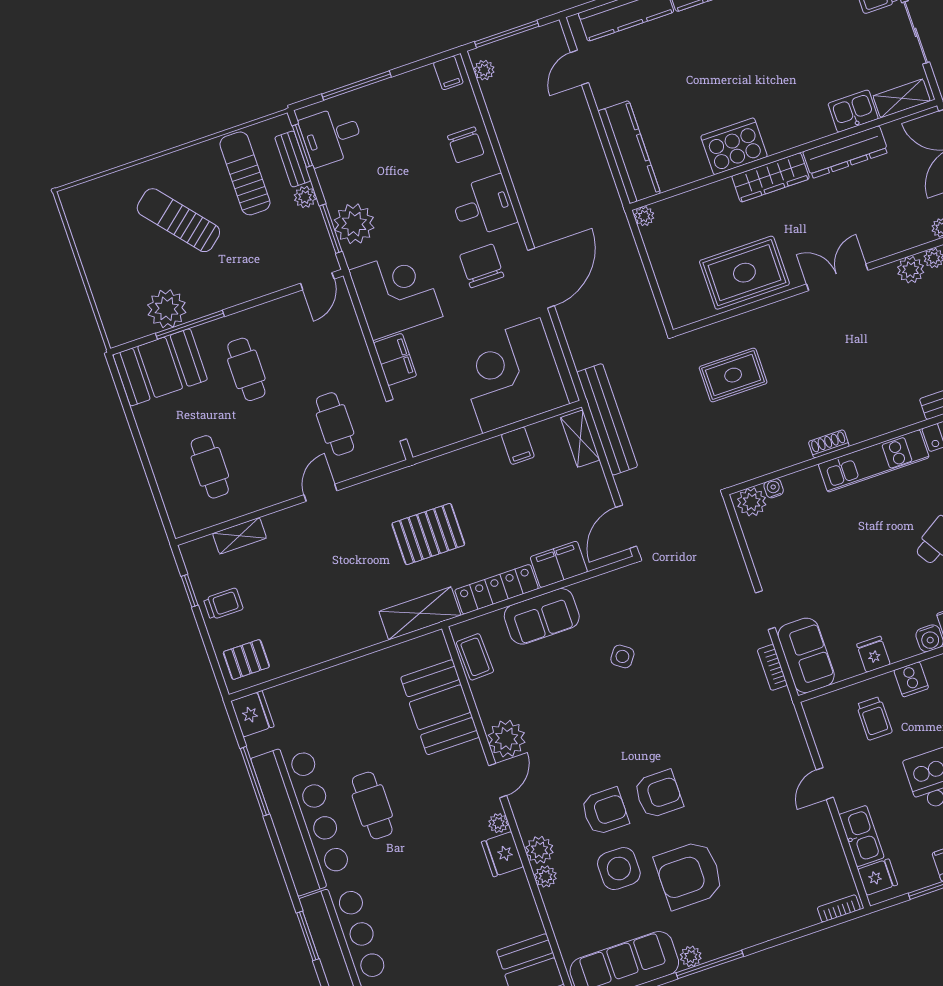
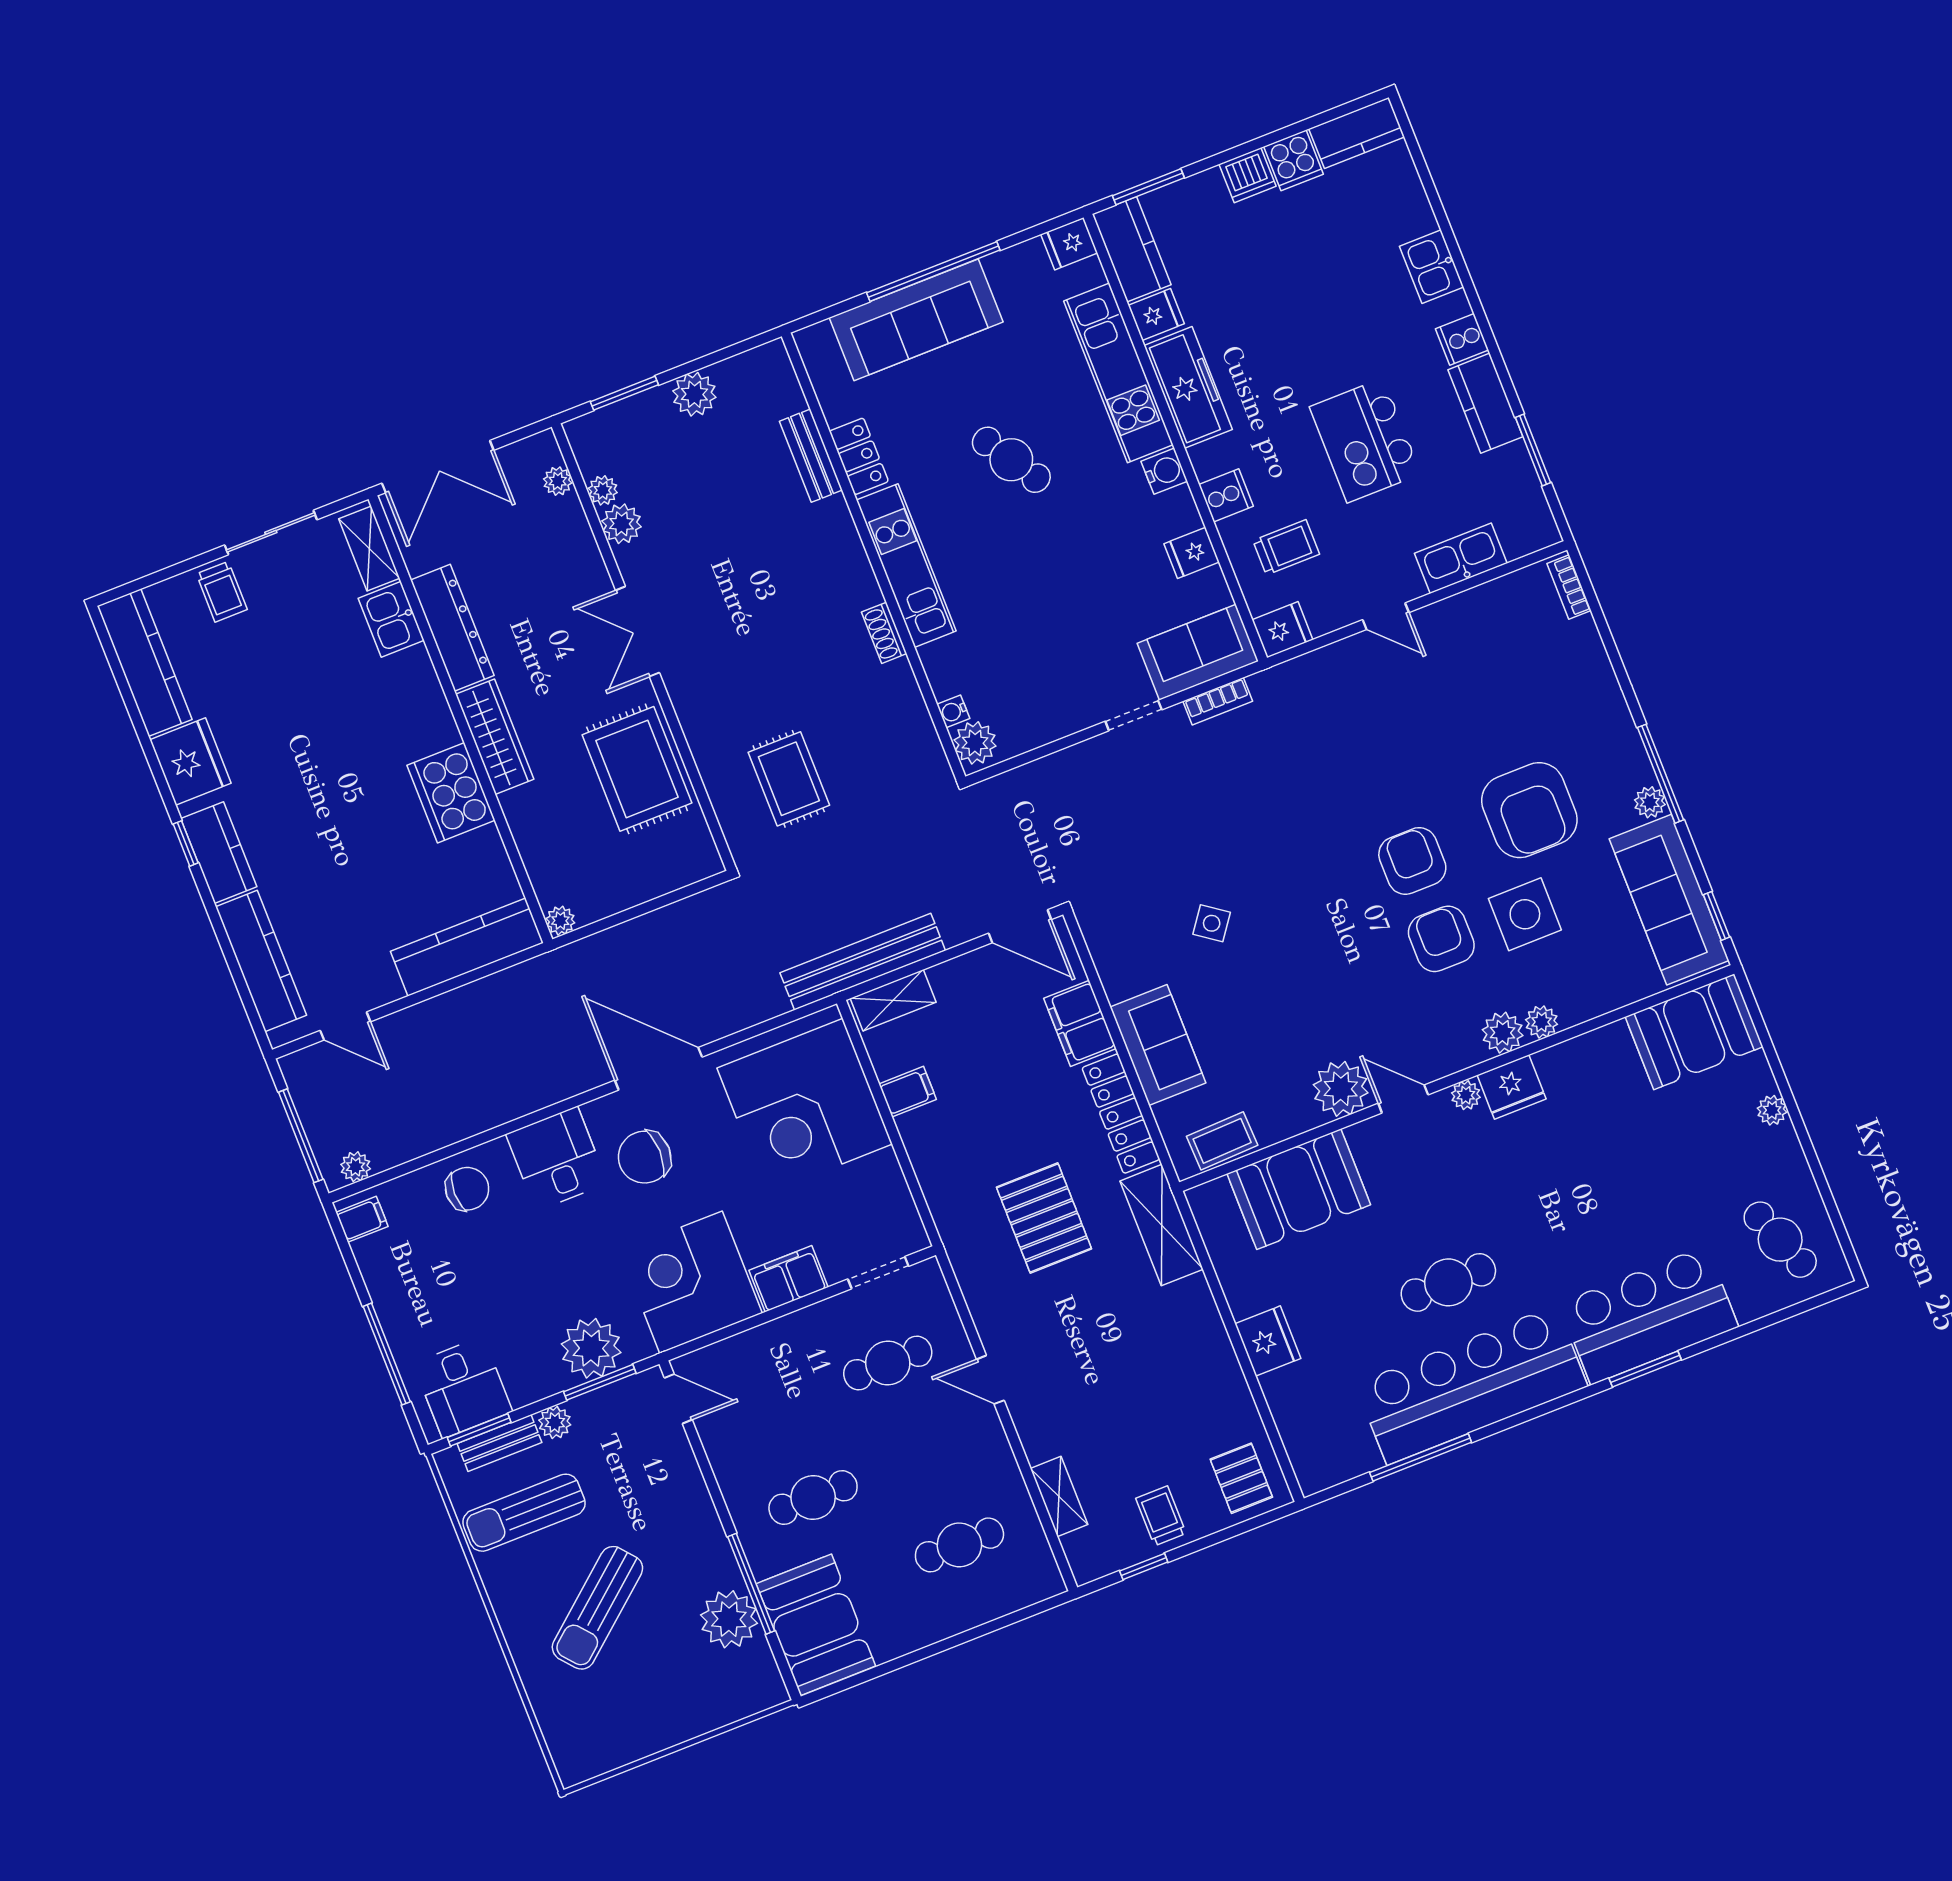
fridge: (252, 714) -> (1268, 1341), moved, turned 90
fridge: (878, 877) -> (1282, 630), moved, turned 90

